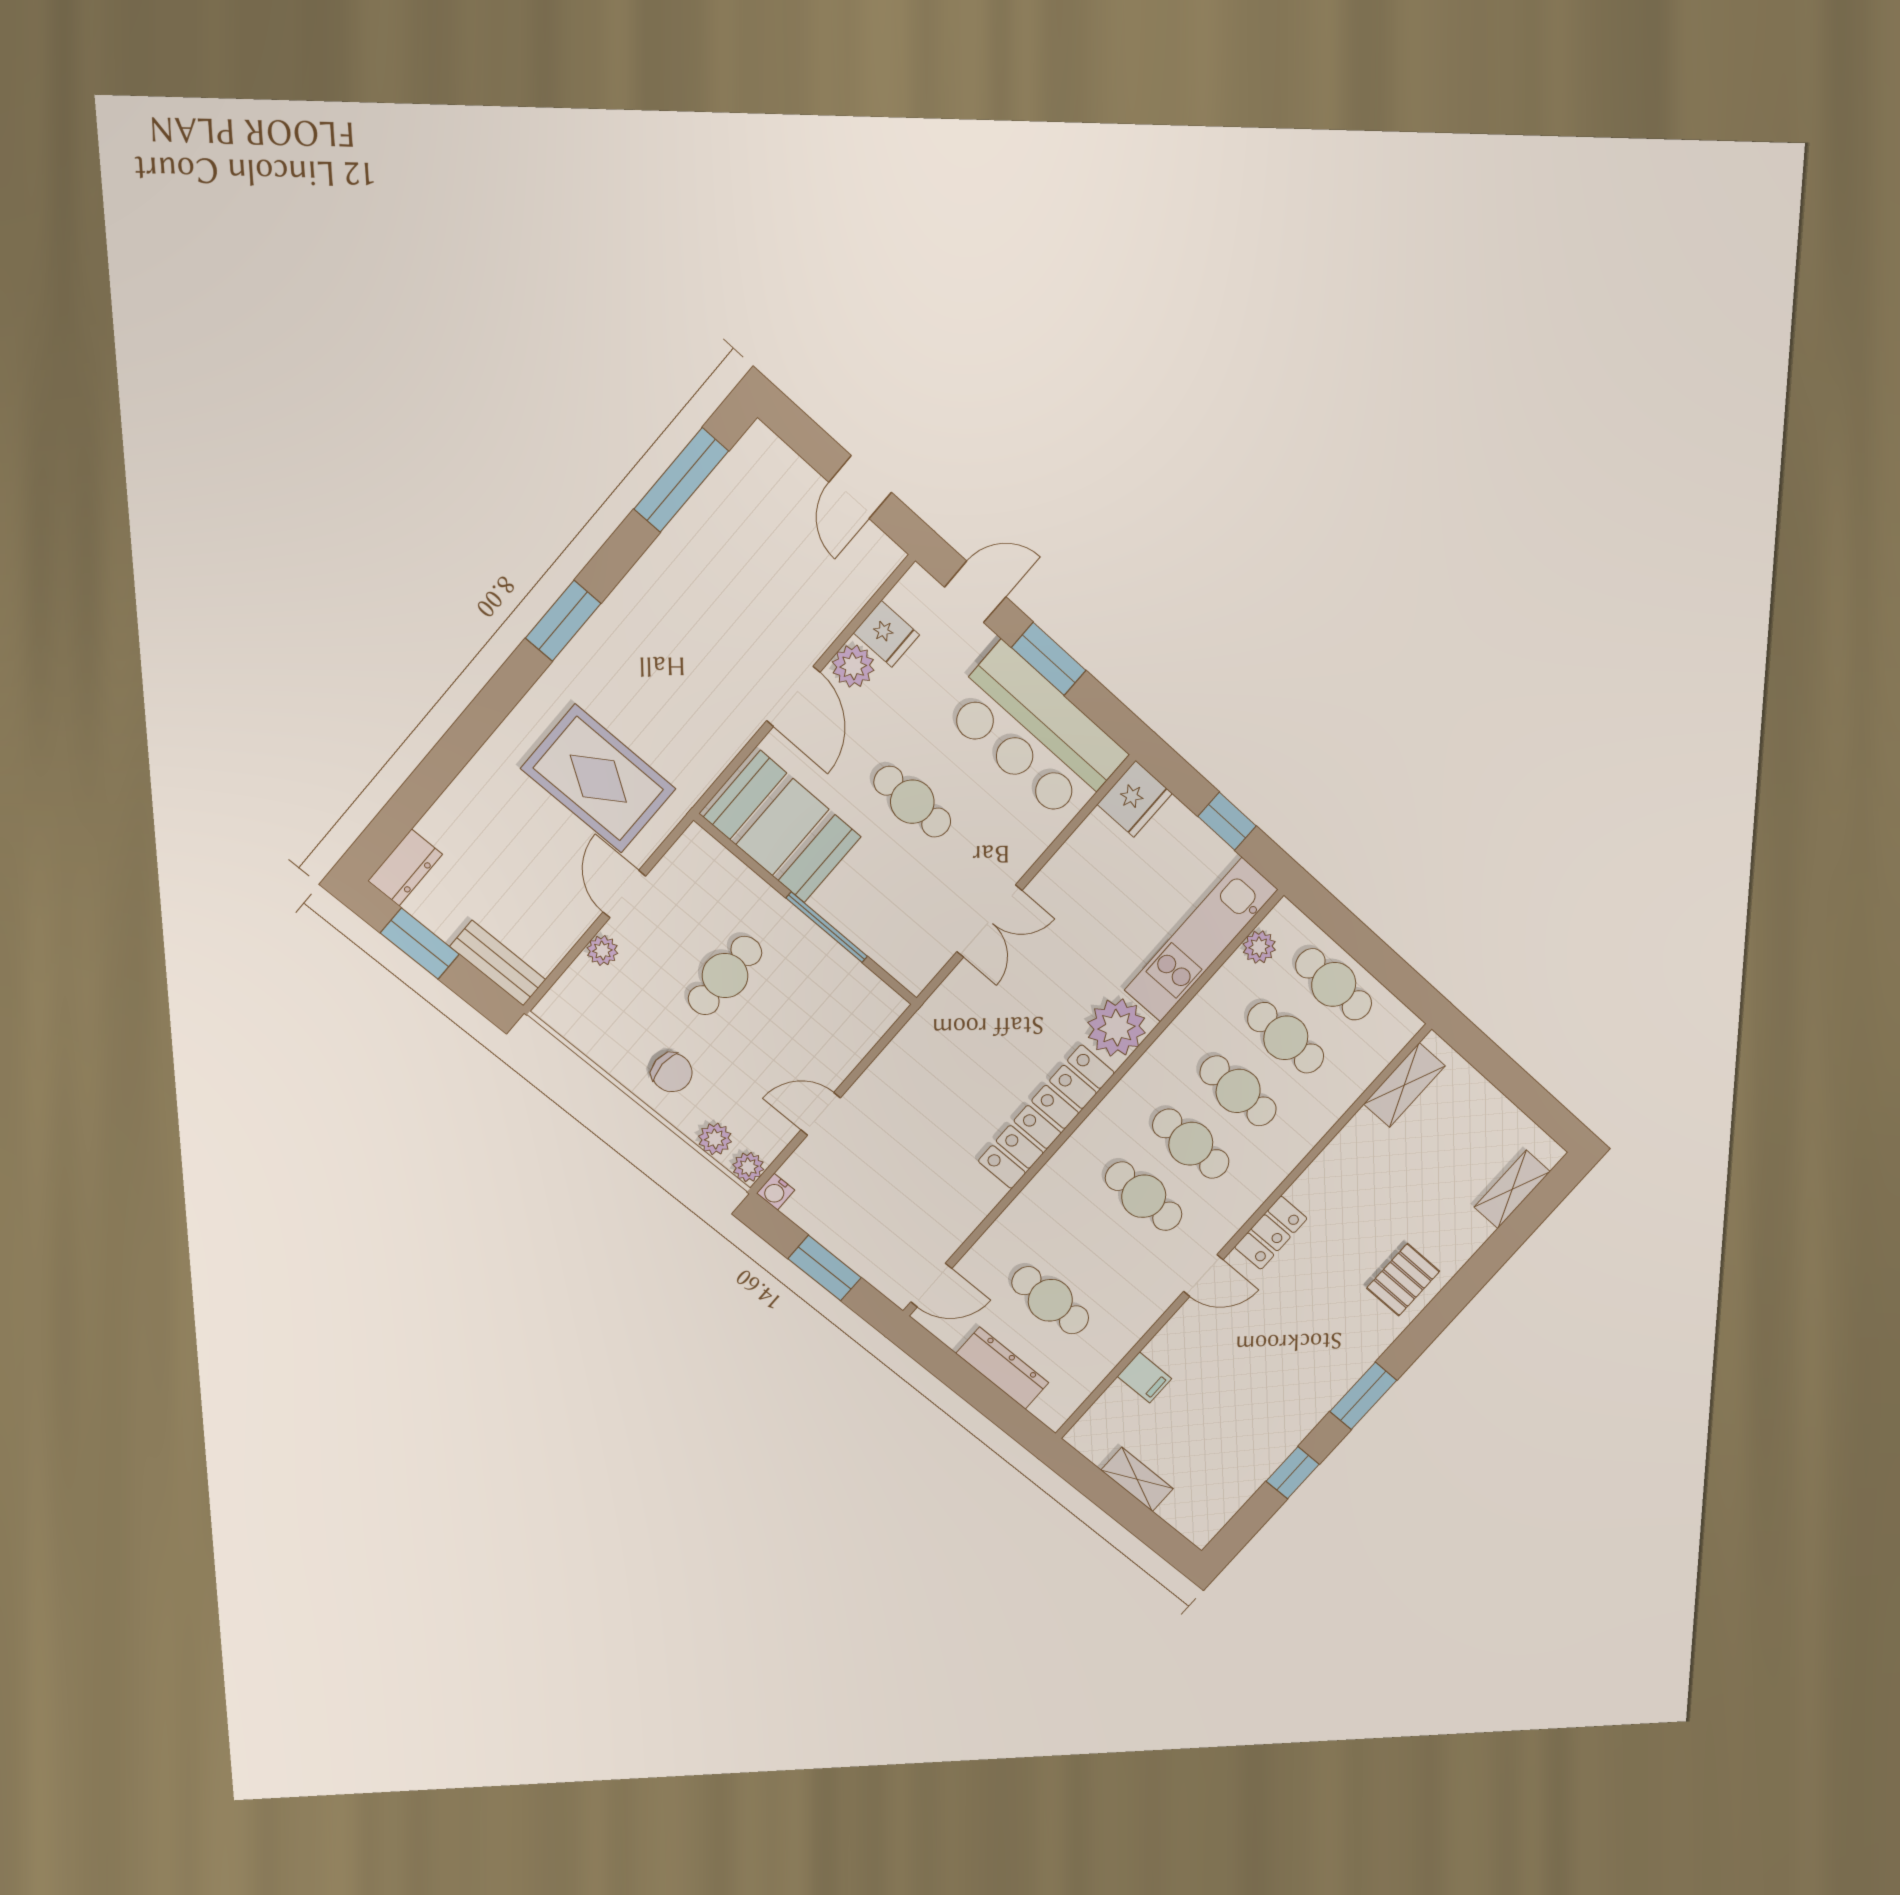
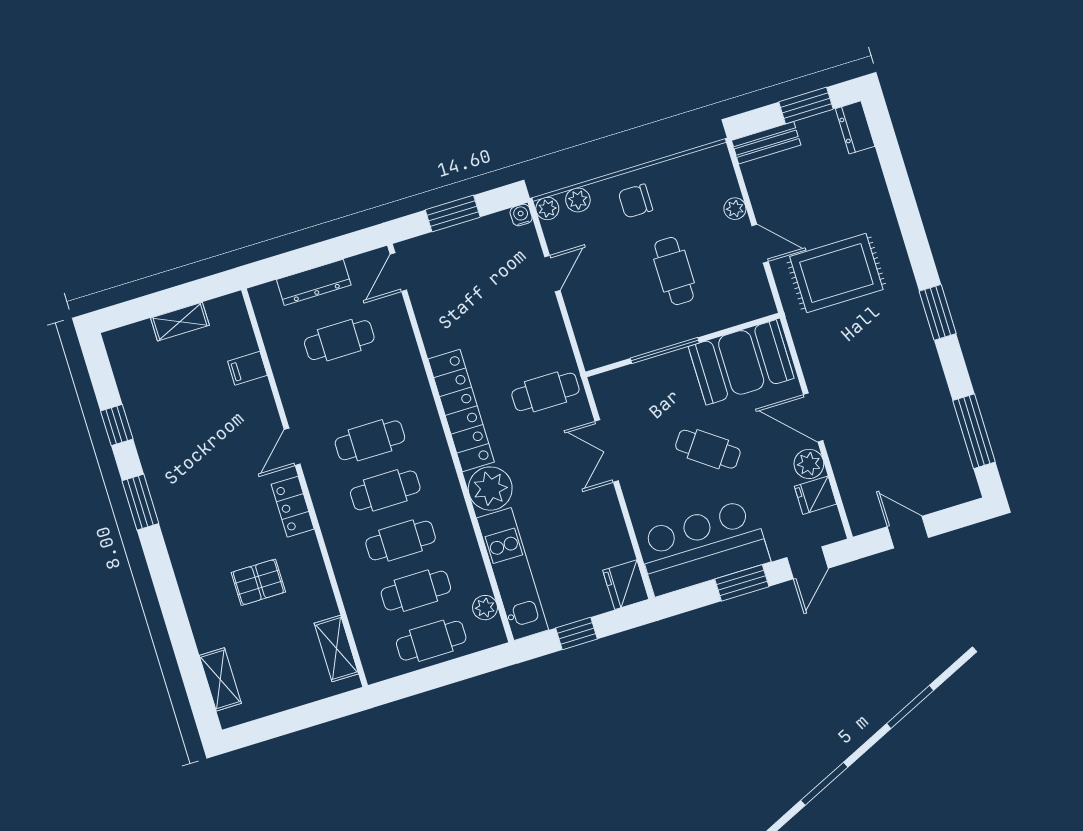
cafe table: (912, 802) -> (708, 449), turned 36
cafe table: (964, 1035) -> (545, 392), added
pallet: (1403, 1280) -> (258, 582), moved, turned 90

